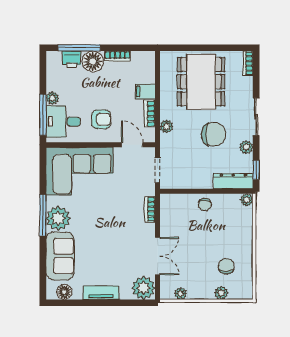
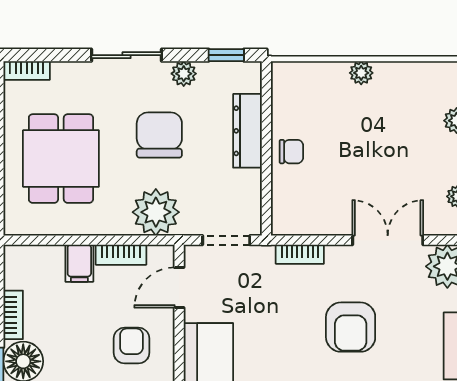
dining table: (201, 82) -> (61, 159), width x0.73
plant: (167, 126) -> (156, 212), width x1.88, depth x1.88
dresser: (233, 181) -> (247, 131), moved
plant: (247, 200) -> (361, 73), moved
armchair: (111, 236) -> (351, 327), added
chair: (226, 266) -> (407, 111), removed

